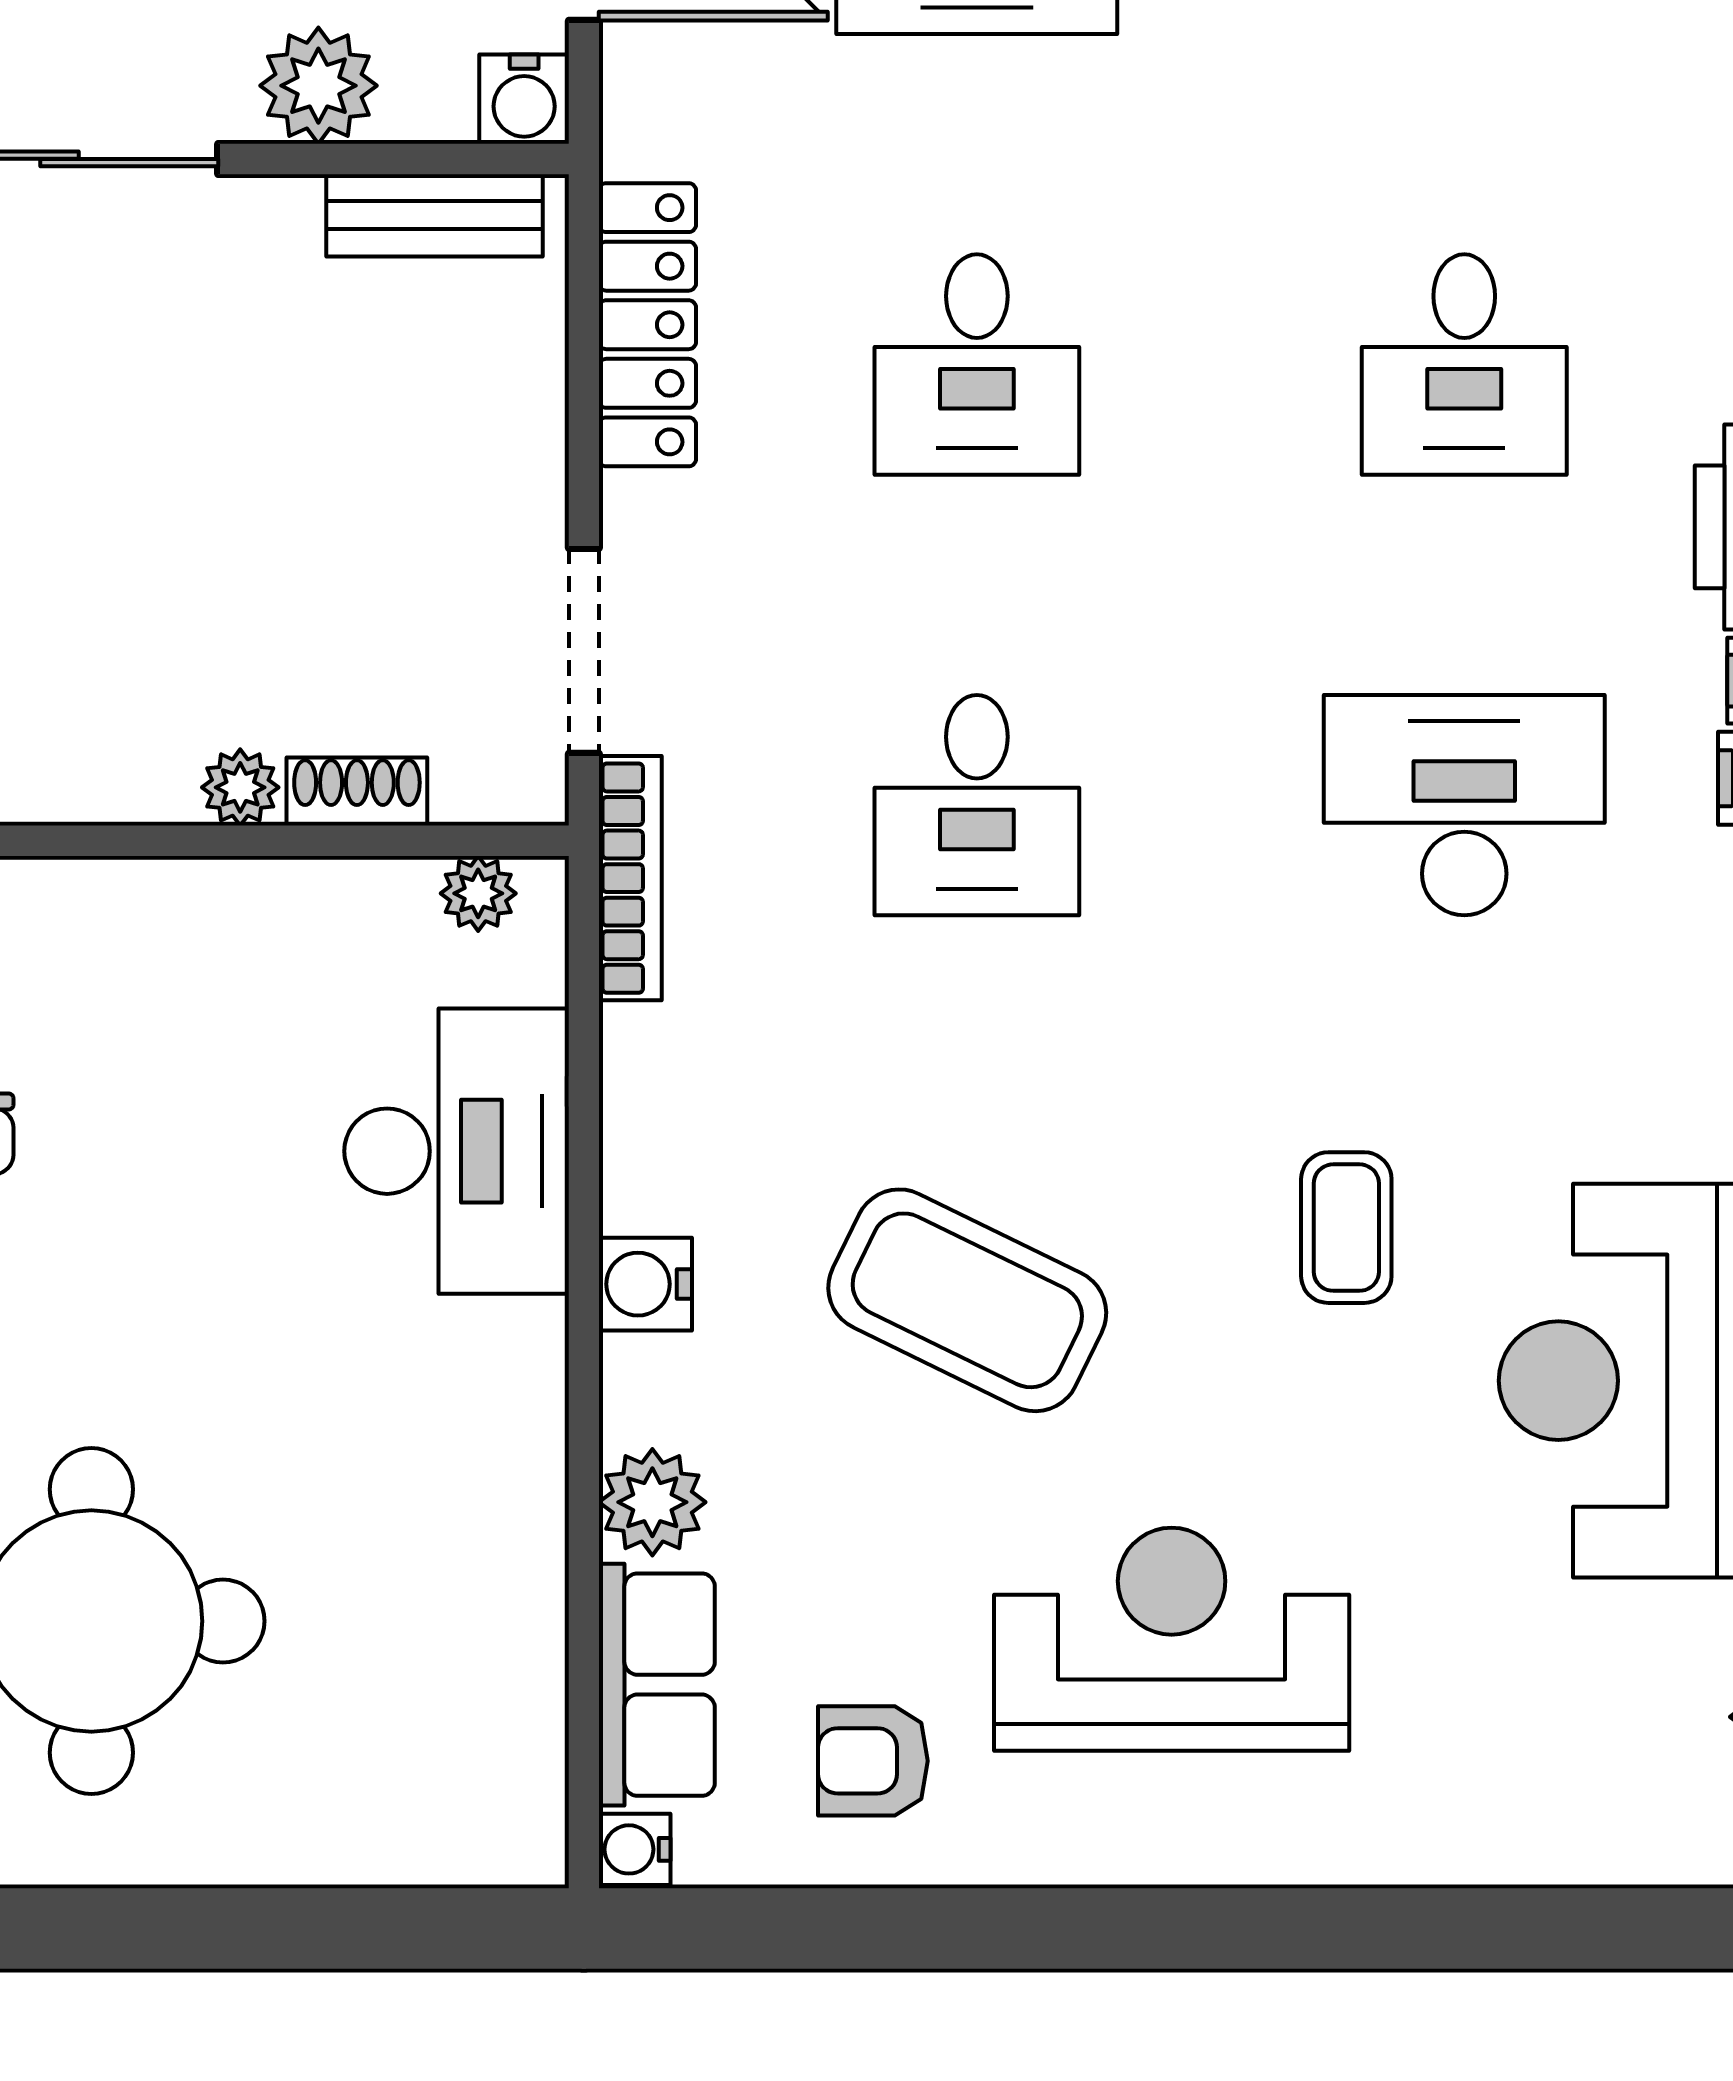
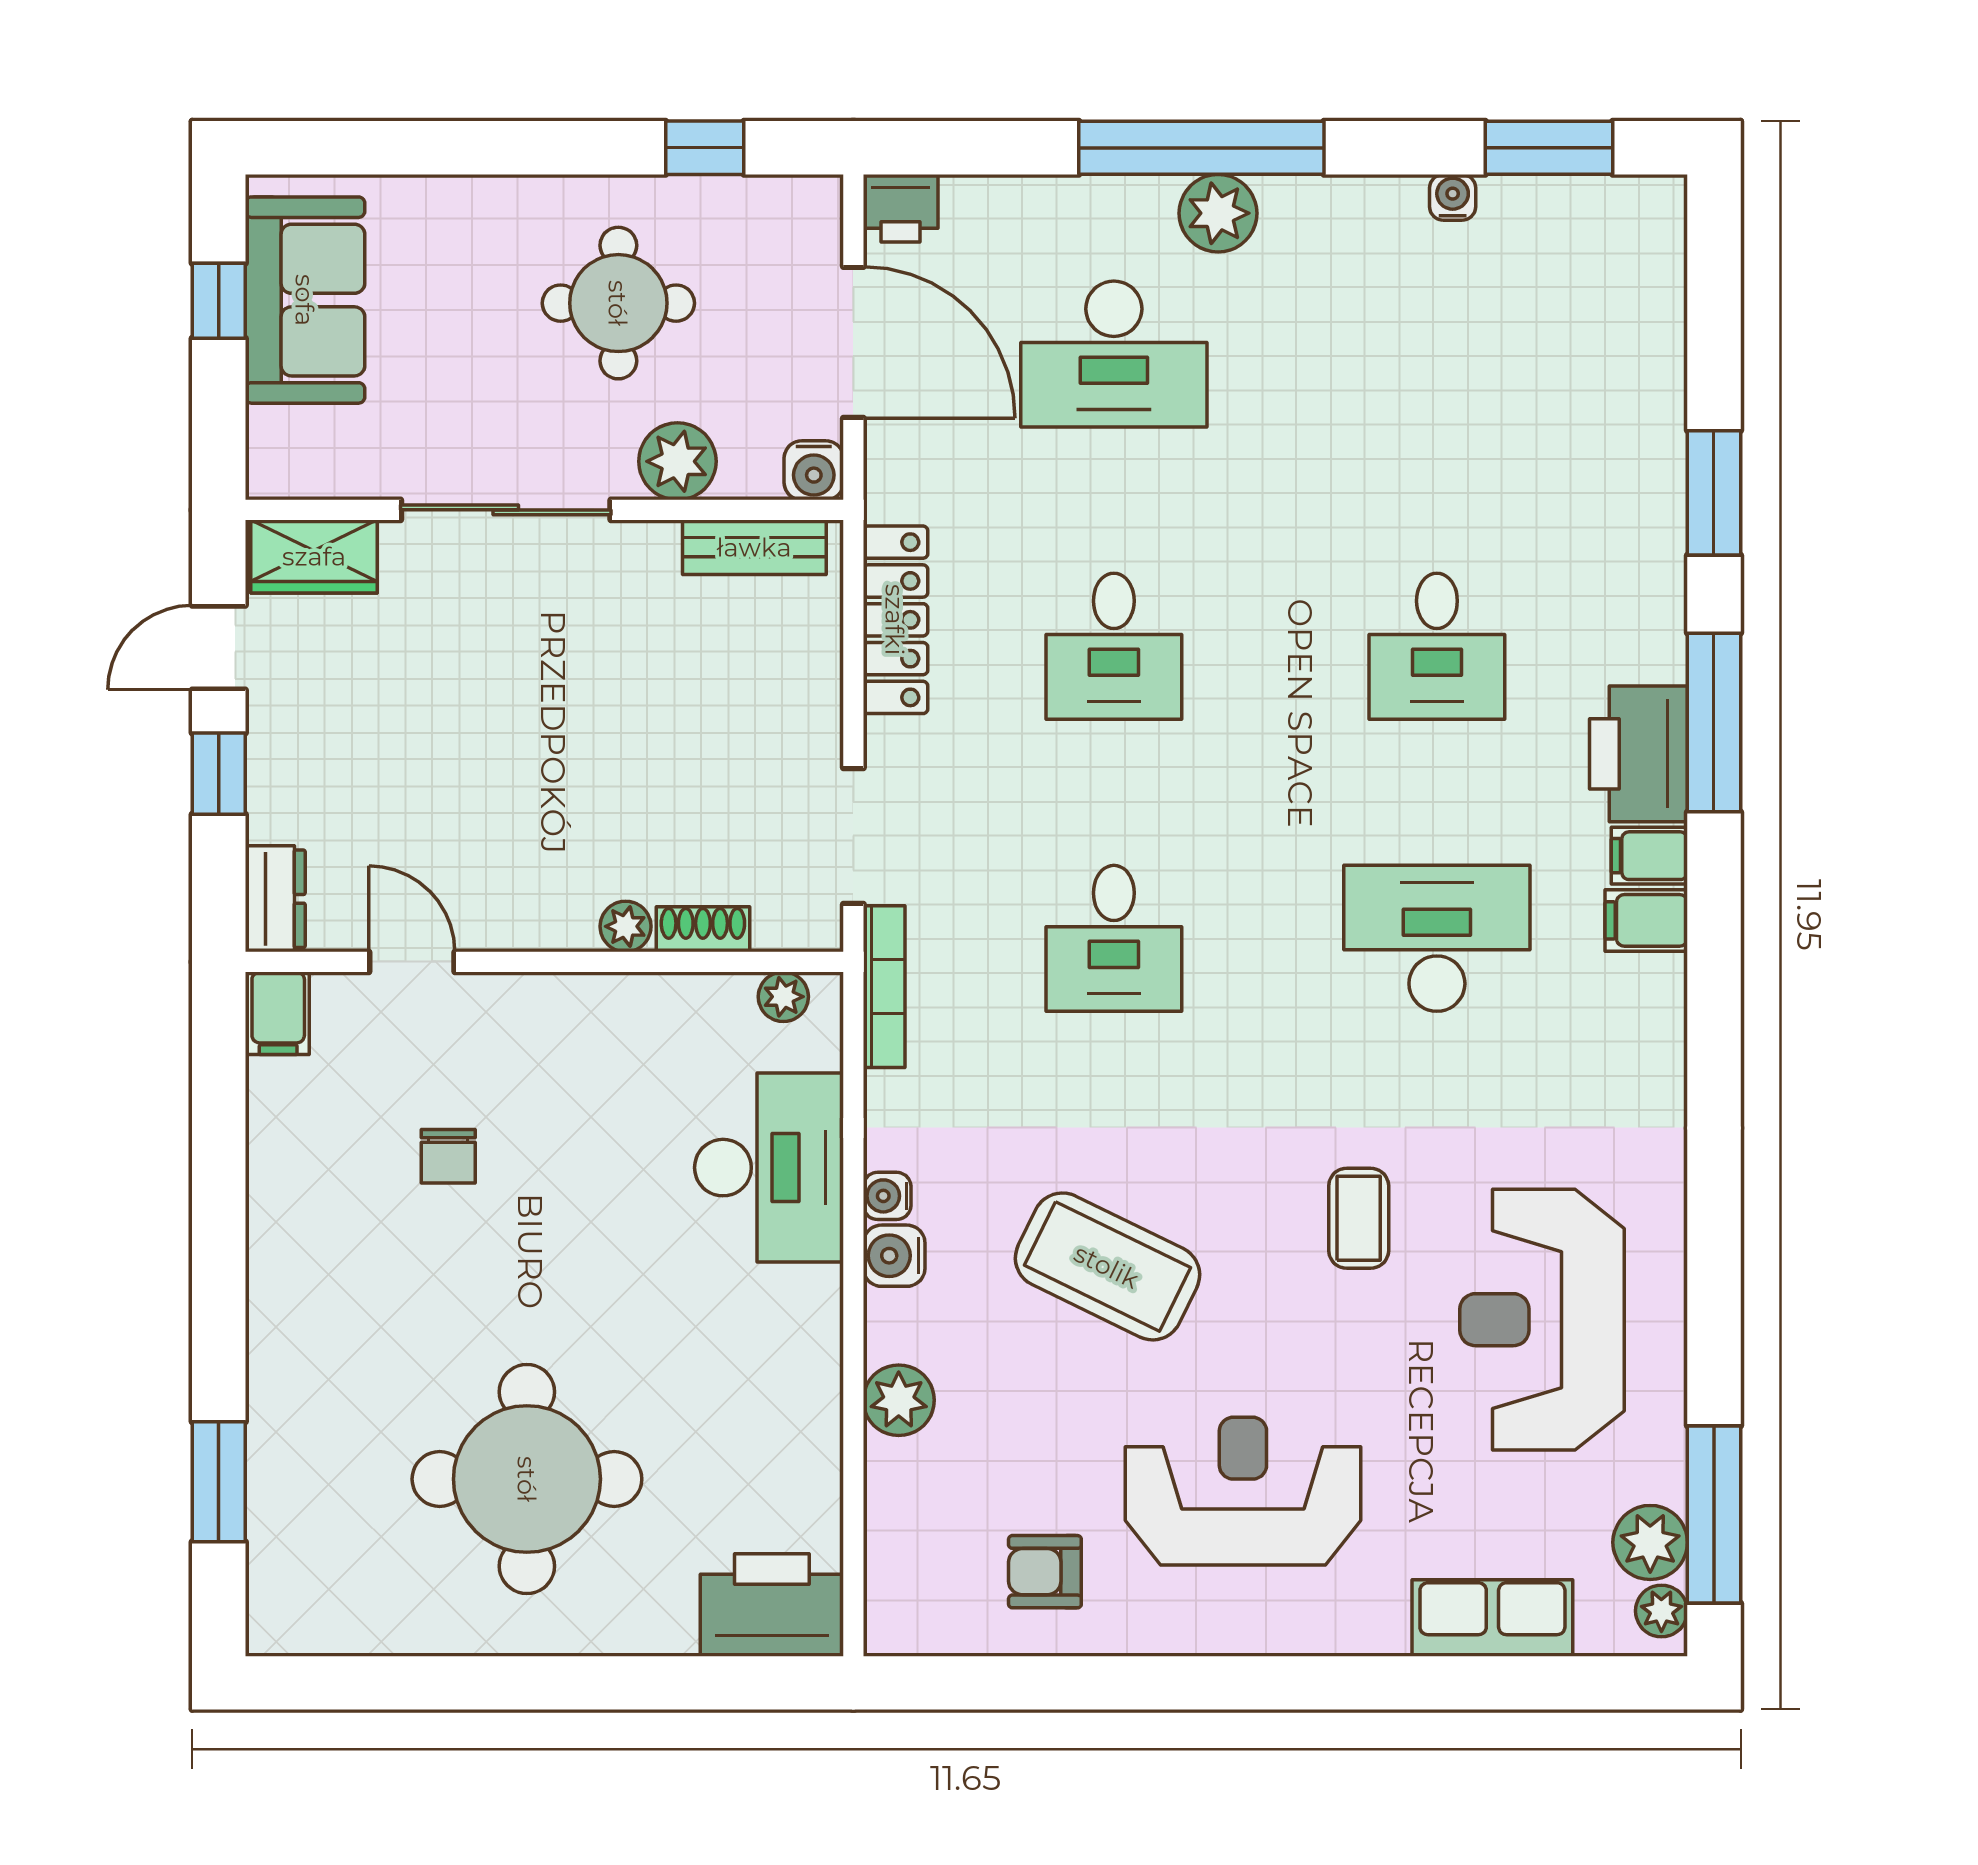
row of seats: (657, 1685) -> (1492, 1618), moved, turned -90
printer: (461, 1811) -> (772, 1605), added
water cooler: (635, 1849) -> (887, 1196), moved

